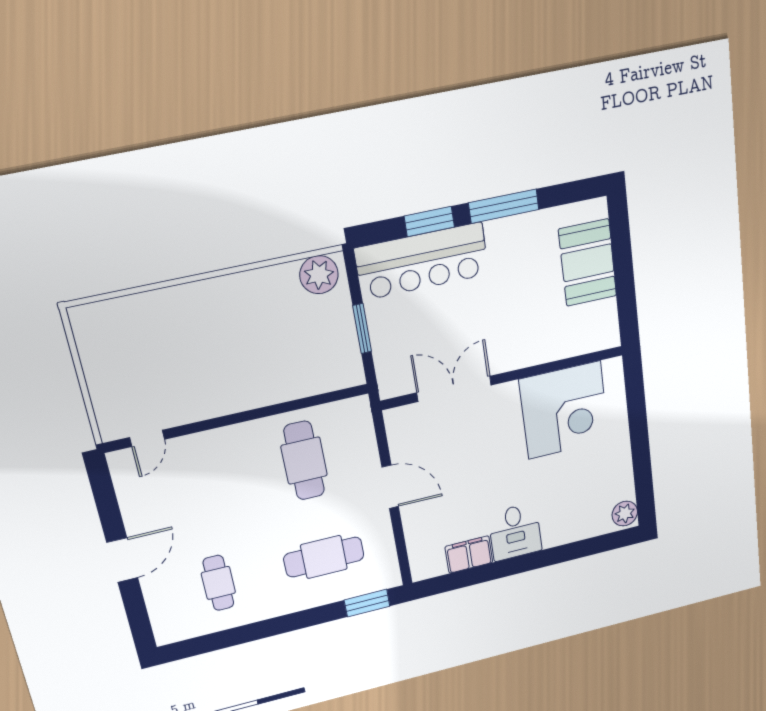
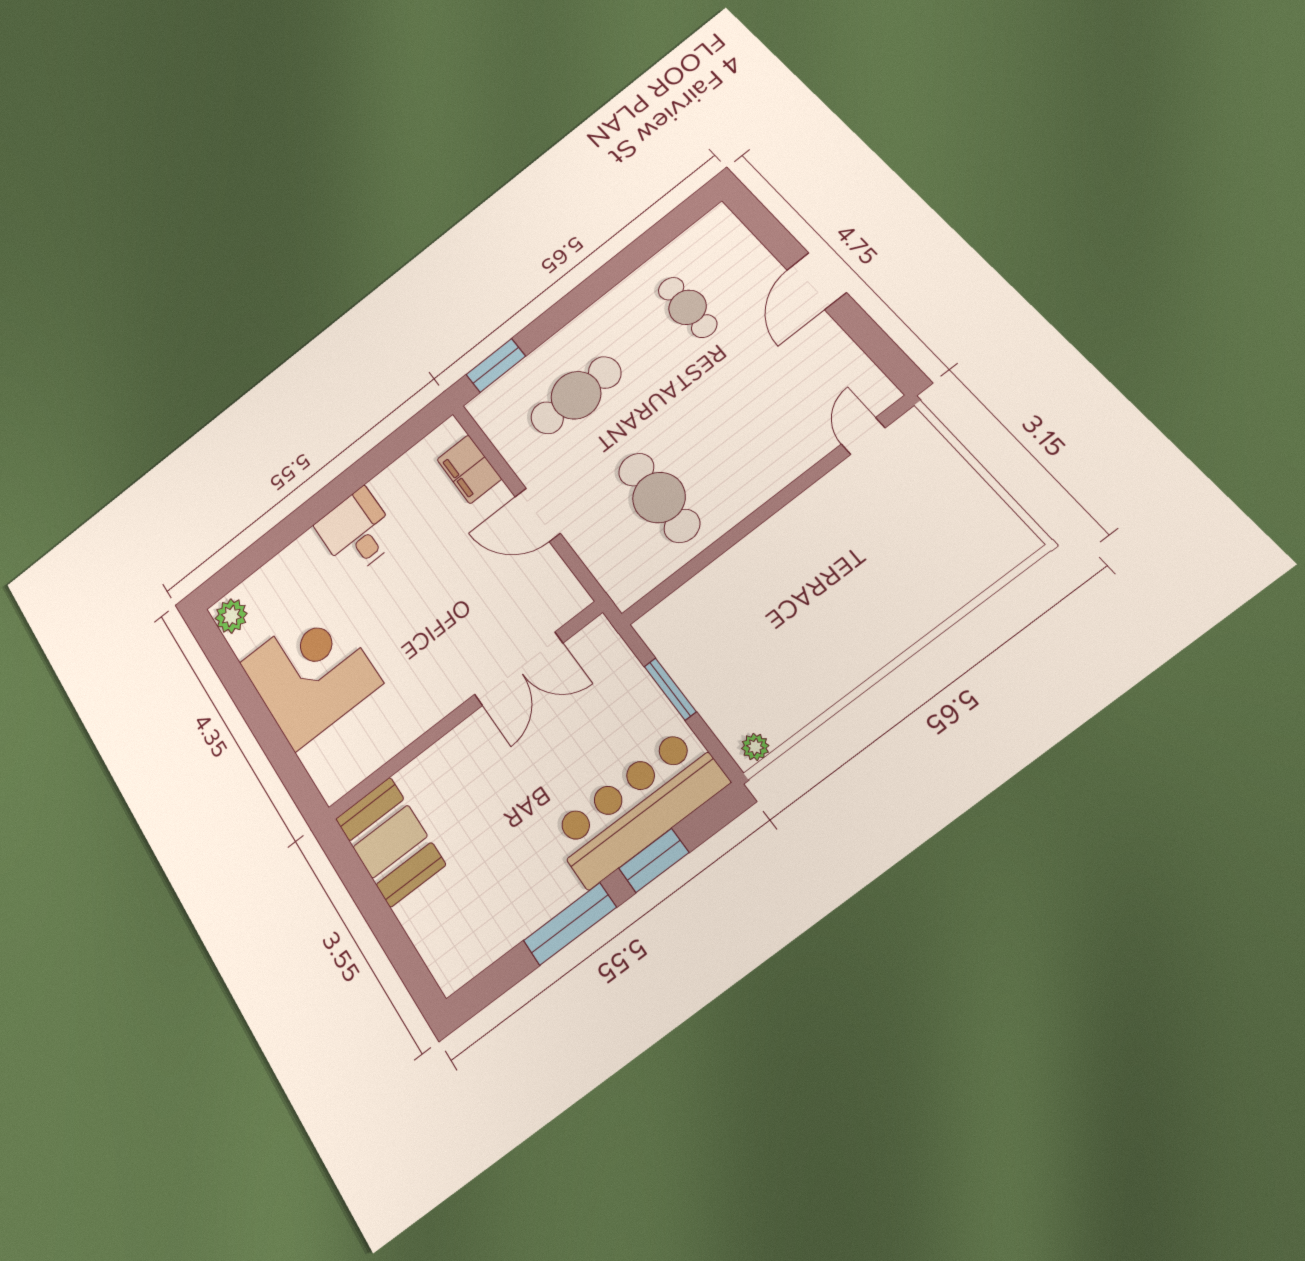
booth: (588, 263) -> (390, 842), moved
plant: (319, 275) -> (755, 747), width x0.53, depth x0.53
corner desk: (564, 410) -> (311, 673), moved, turned 90
filing cabinet: (469, 555) -> (469, 469), moved, turned 90

